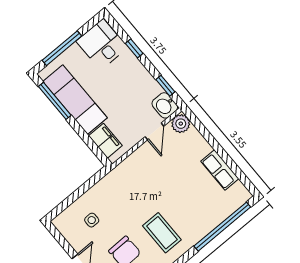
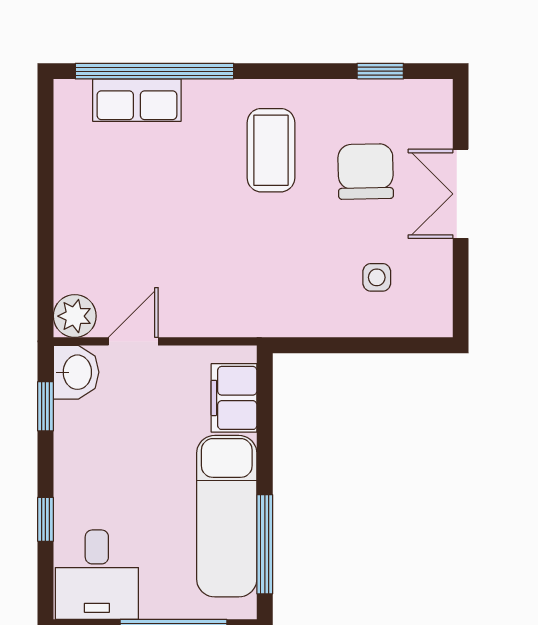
row of seats: (220, 170) -> (137, 100), moved, turned 90

